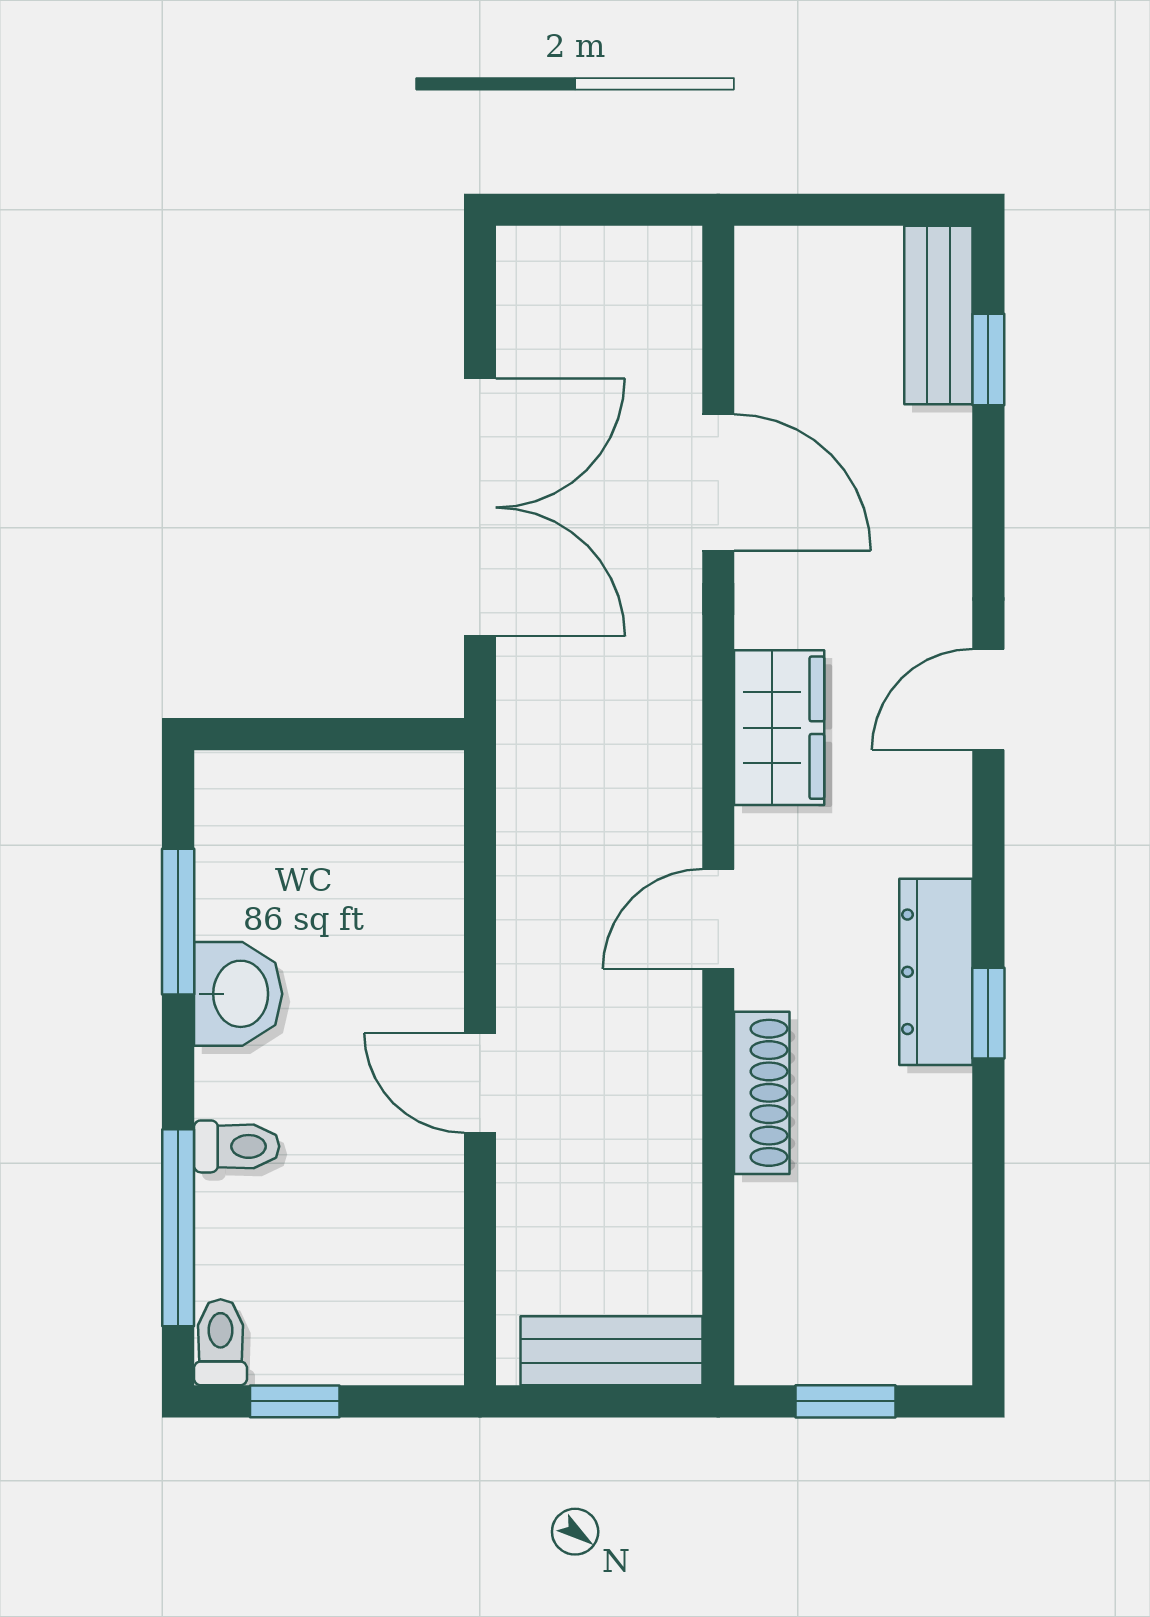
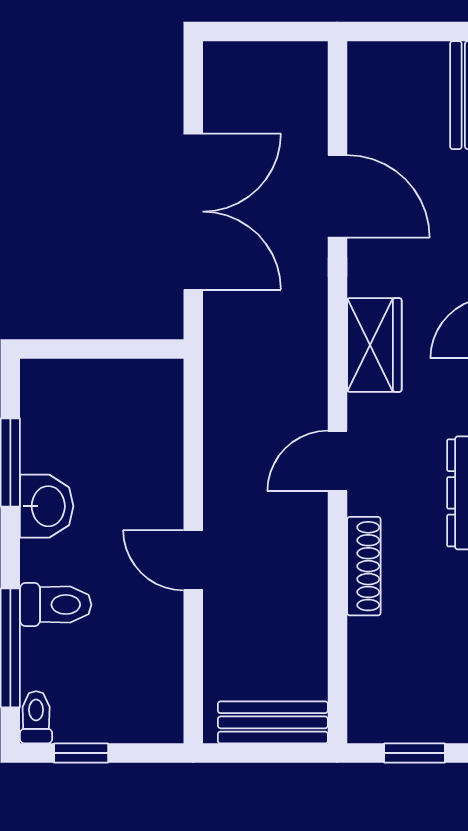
toilet: (237, 1146) -> (56, 605), width x1.37, depth x1.39

